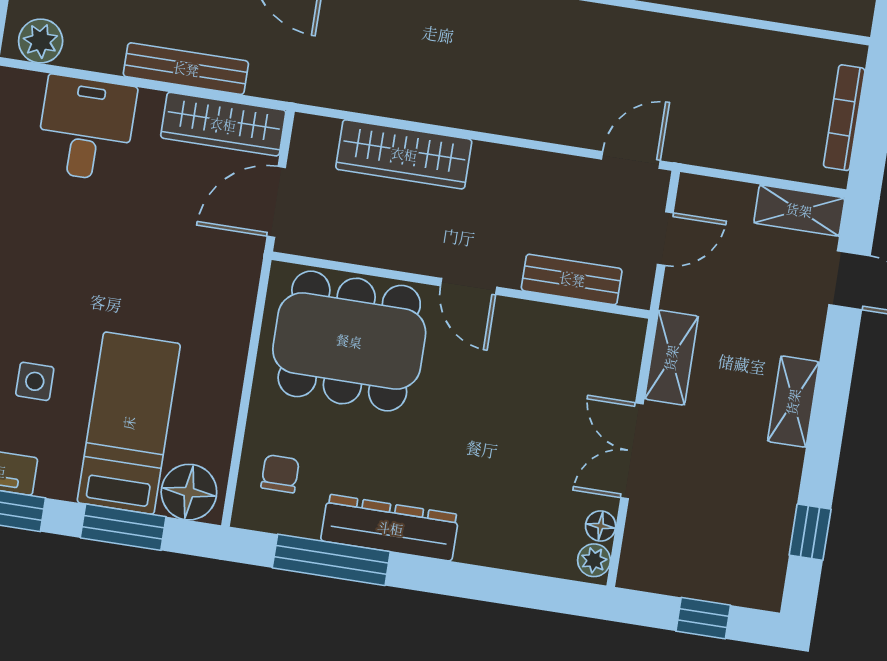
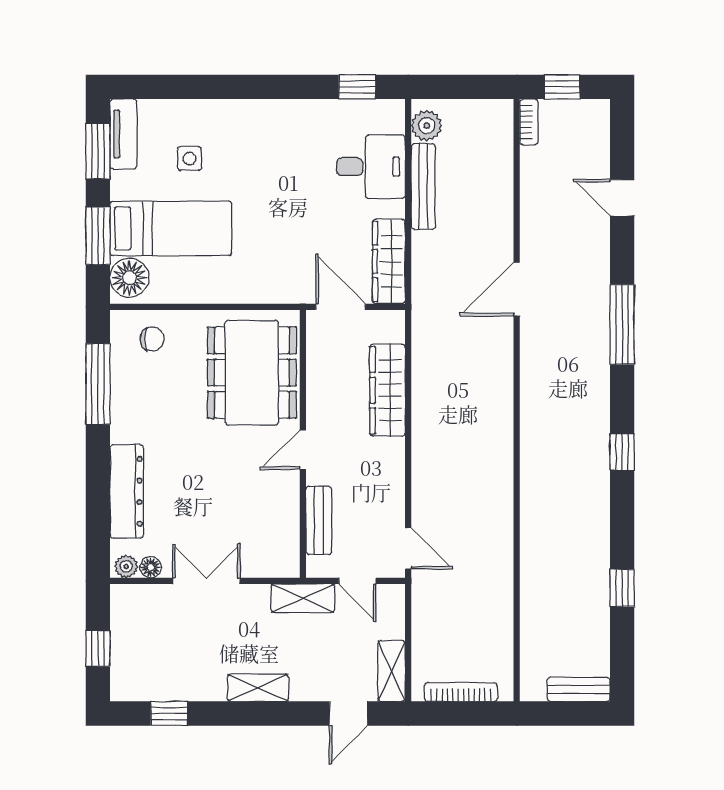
bench: (186, 69) -> (423, 186), moved
shelving: (671, 358) -> (303, 598), moved
dresser: (390, 528) -> (127, 491), moved

